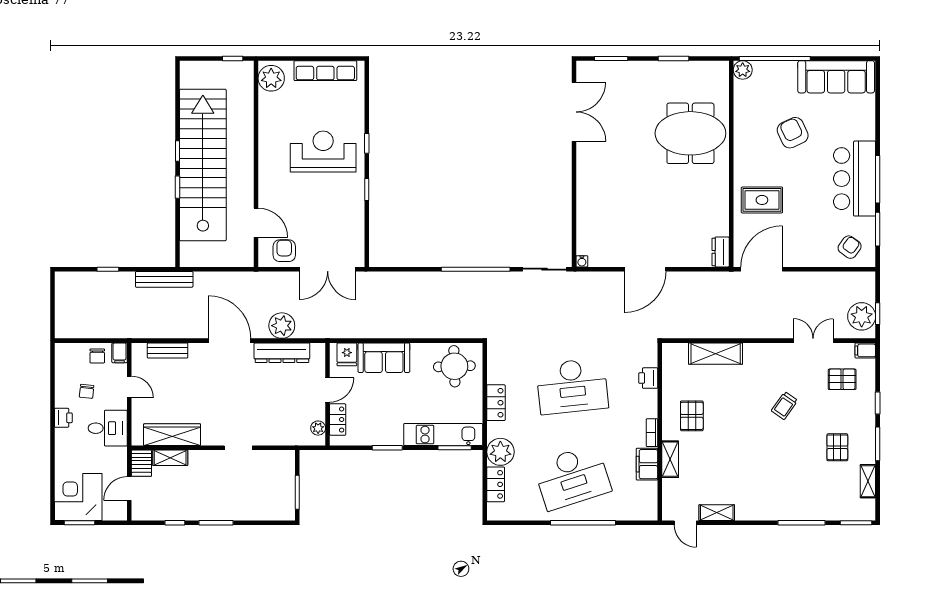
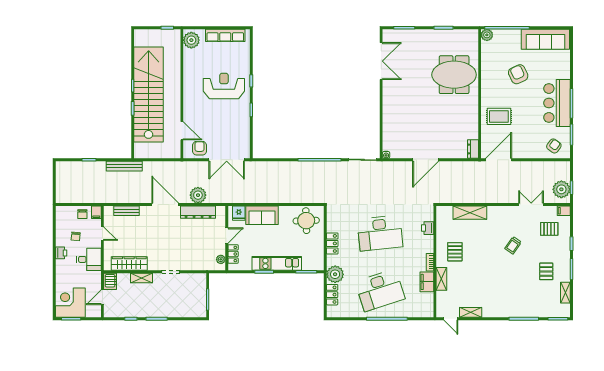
kitchen unit: (443, 435) -> (277, 263), moved
shelving: (170, 458) -> (142, 278), moved

